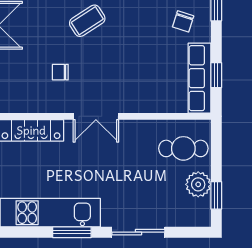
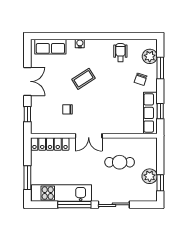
cafe table: (183, 148) -> (120, 162), moved
window: (72, 232) -> (74, 205), width x1.44

